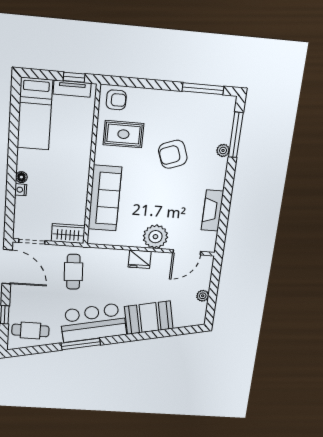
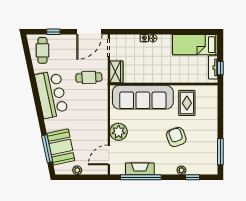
armchair: (116, 100) -> (209, 96), removed
window: (236, 135) -> (192, 177), width x0.46
sofa: (105, 198) -> (143, 97), width x1.36, depth x1.27
window: (225, 210) -> (141, 177), added
door: (187, 252) -> (109, 155), hinge flipped
fridge: (140, 259) -> (101, 123), removed
booth: (149, 318) -> (61, 147), moved
window: (81, 344) -> (47, 149), moved

